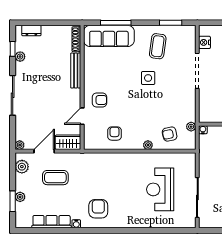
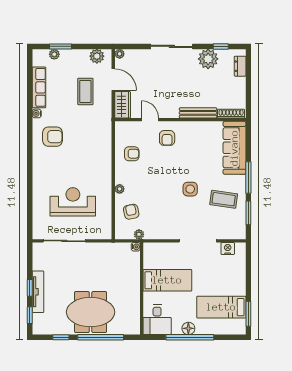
window: (116, 23) -> (248, 178), moved
plant: (20, 57) -> (208, 59), width x1.88, depth x1.88
plant: (20, 197) -> (54, 54), moved

